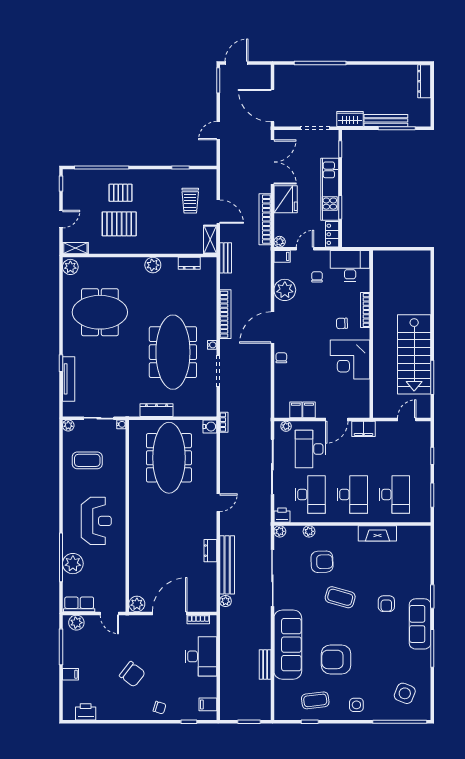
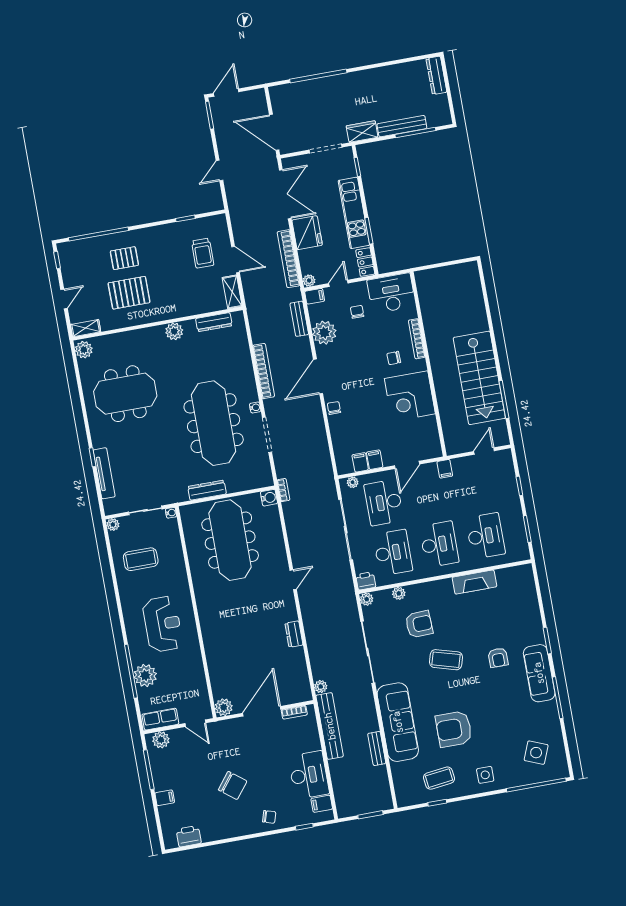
bench: (226, 258) -> (299, 319), moved
dresser: (189, 263) -> (214, 322), width x1.44
filing cabinet: (364, 429) -> (445, 469), width x0.50
bench: (227, 565) -> (330, 726), moved
desk: (201, 656) -> (309, 775), moved

